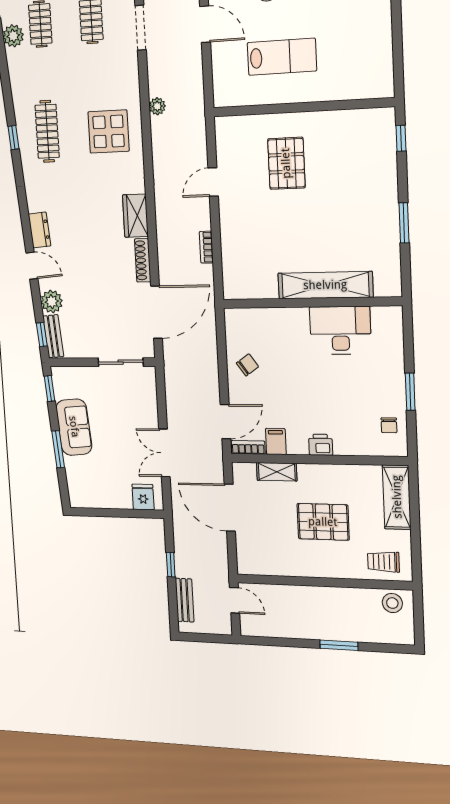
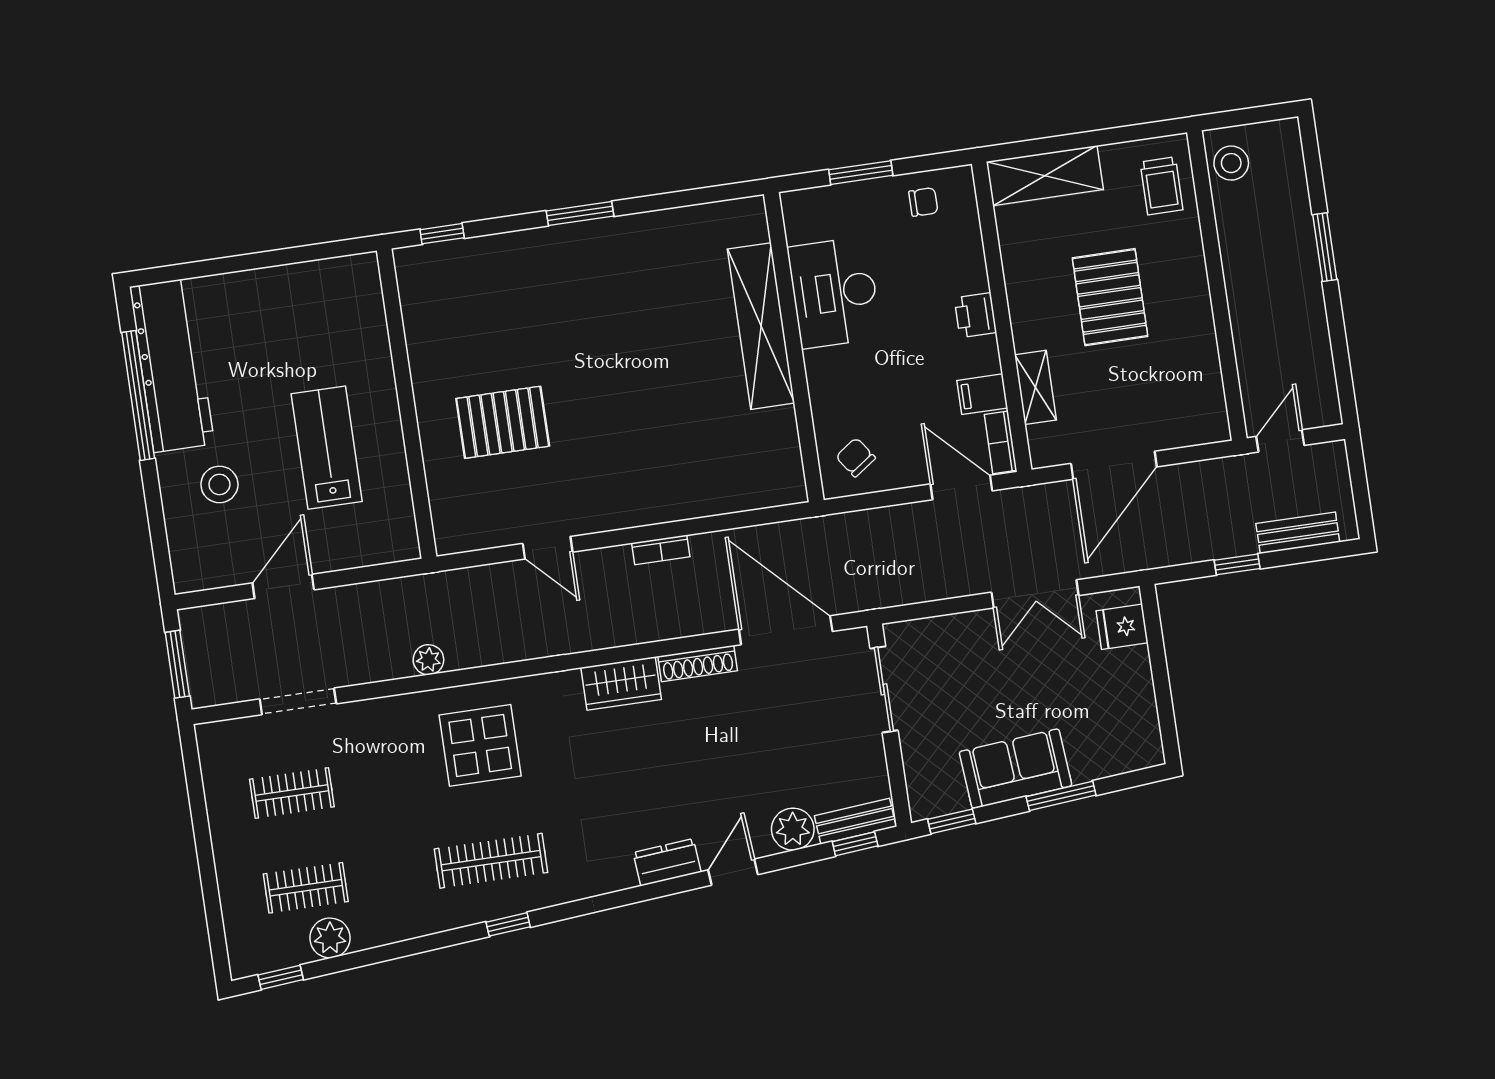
shelving: (325, 285) -> (761, 326), moved
wall: (311, 303) -> (794, 347), moved
desk: (340, 330) -> (834, 293), moved

